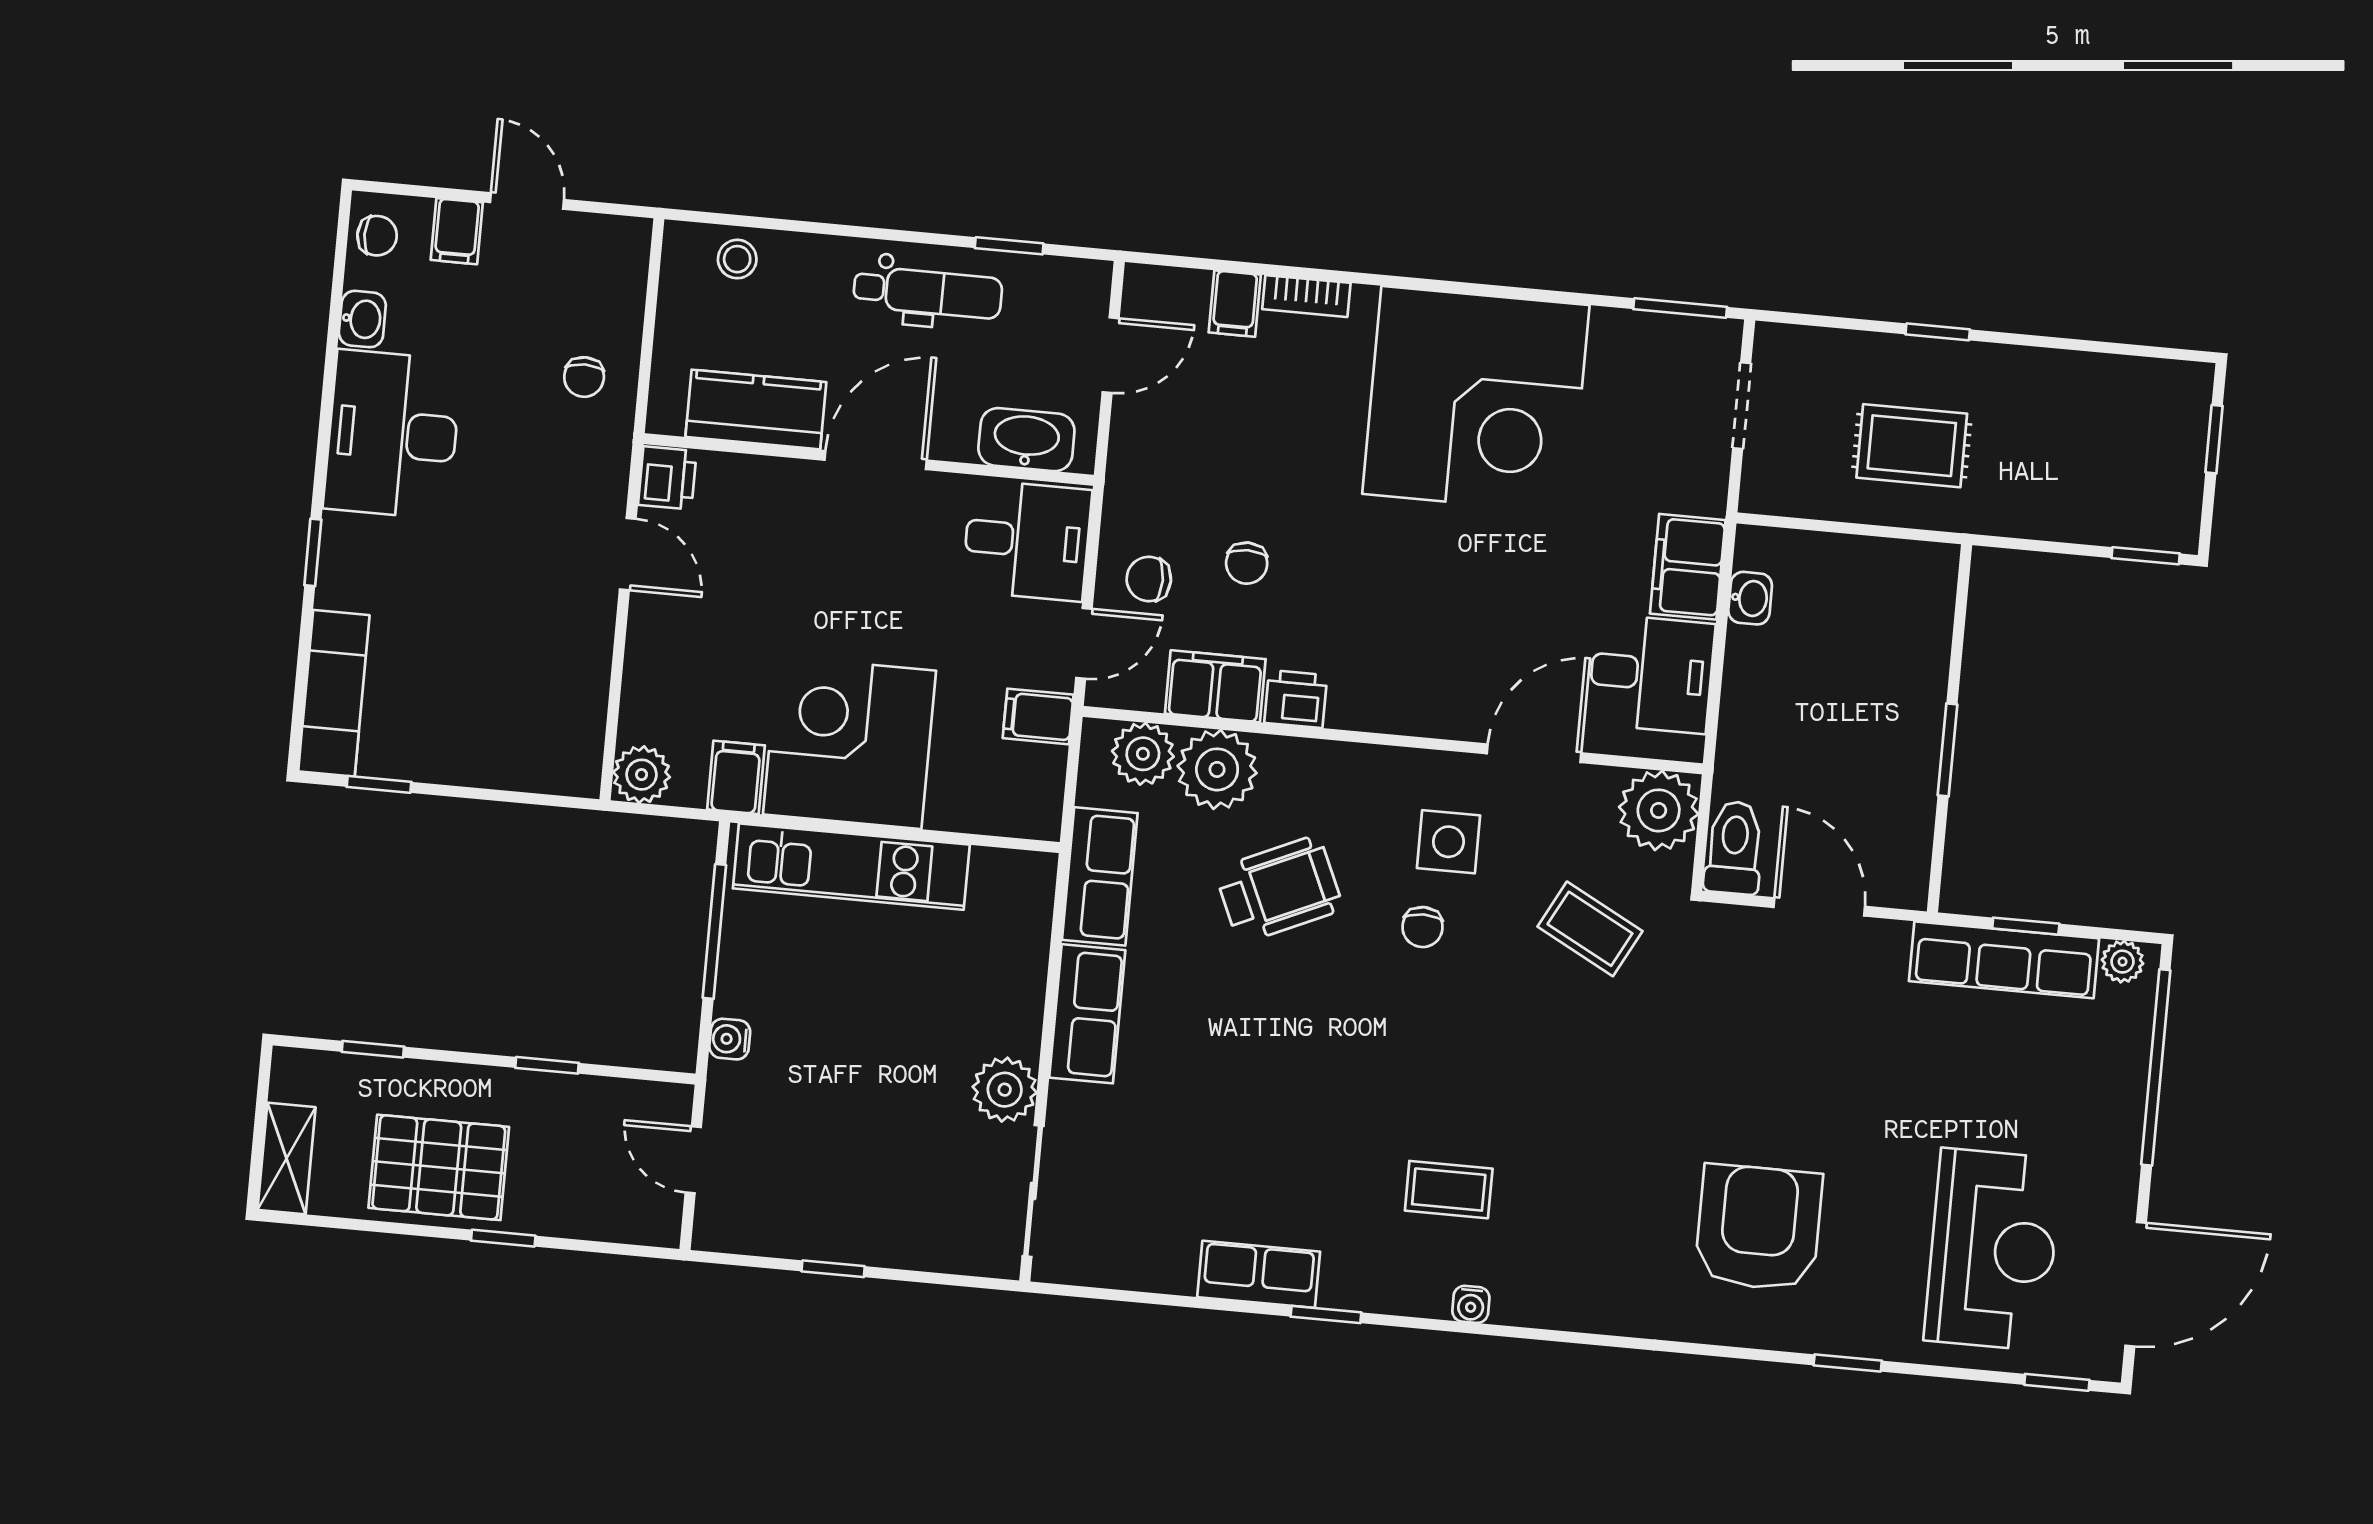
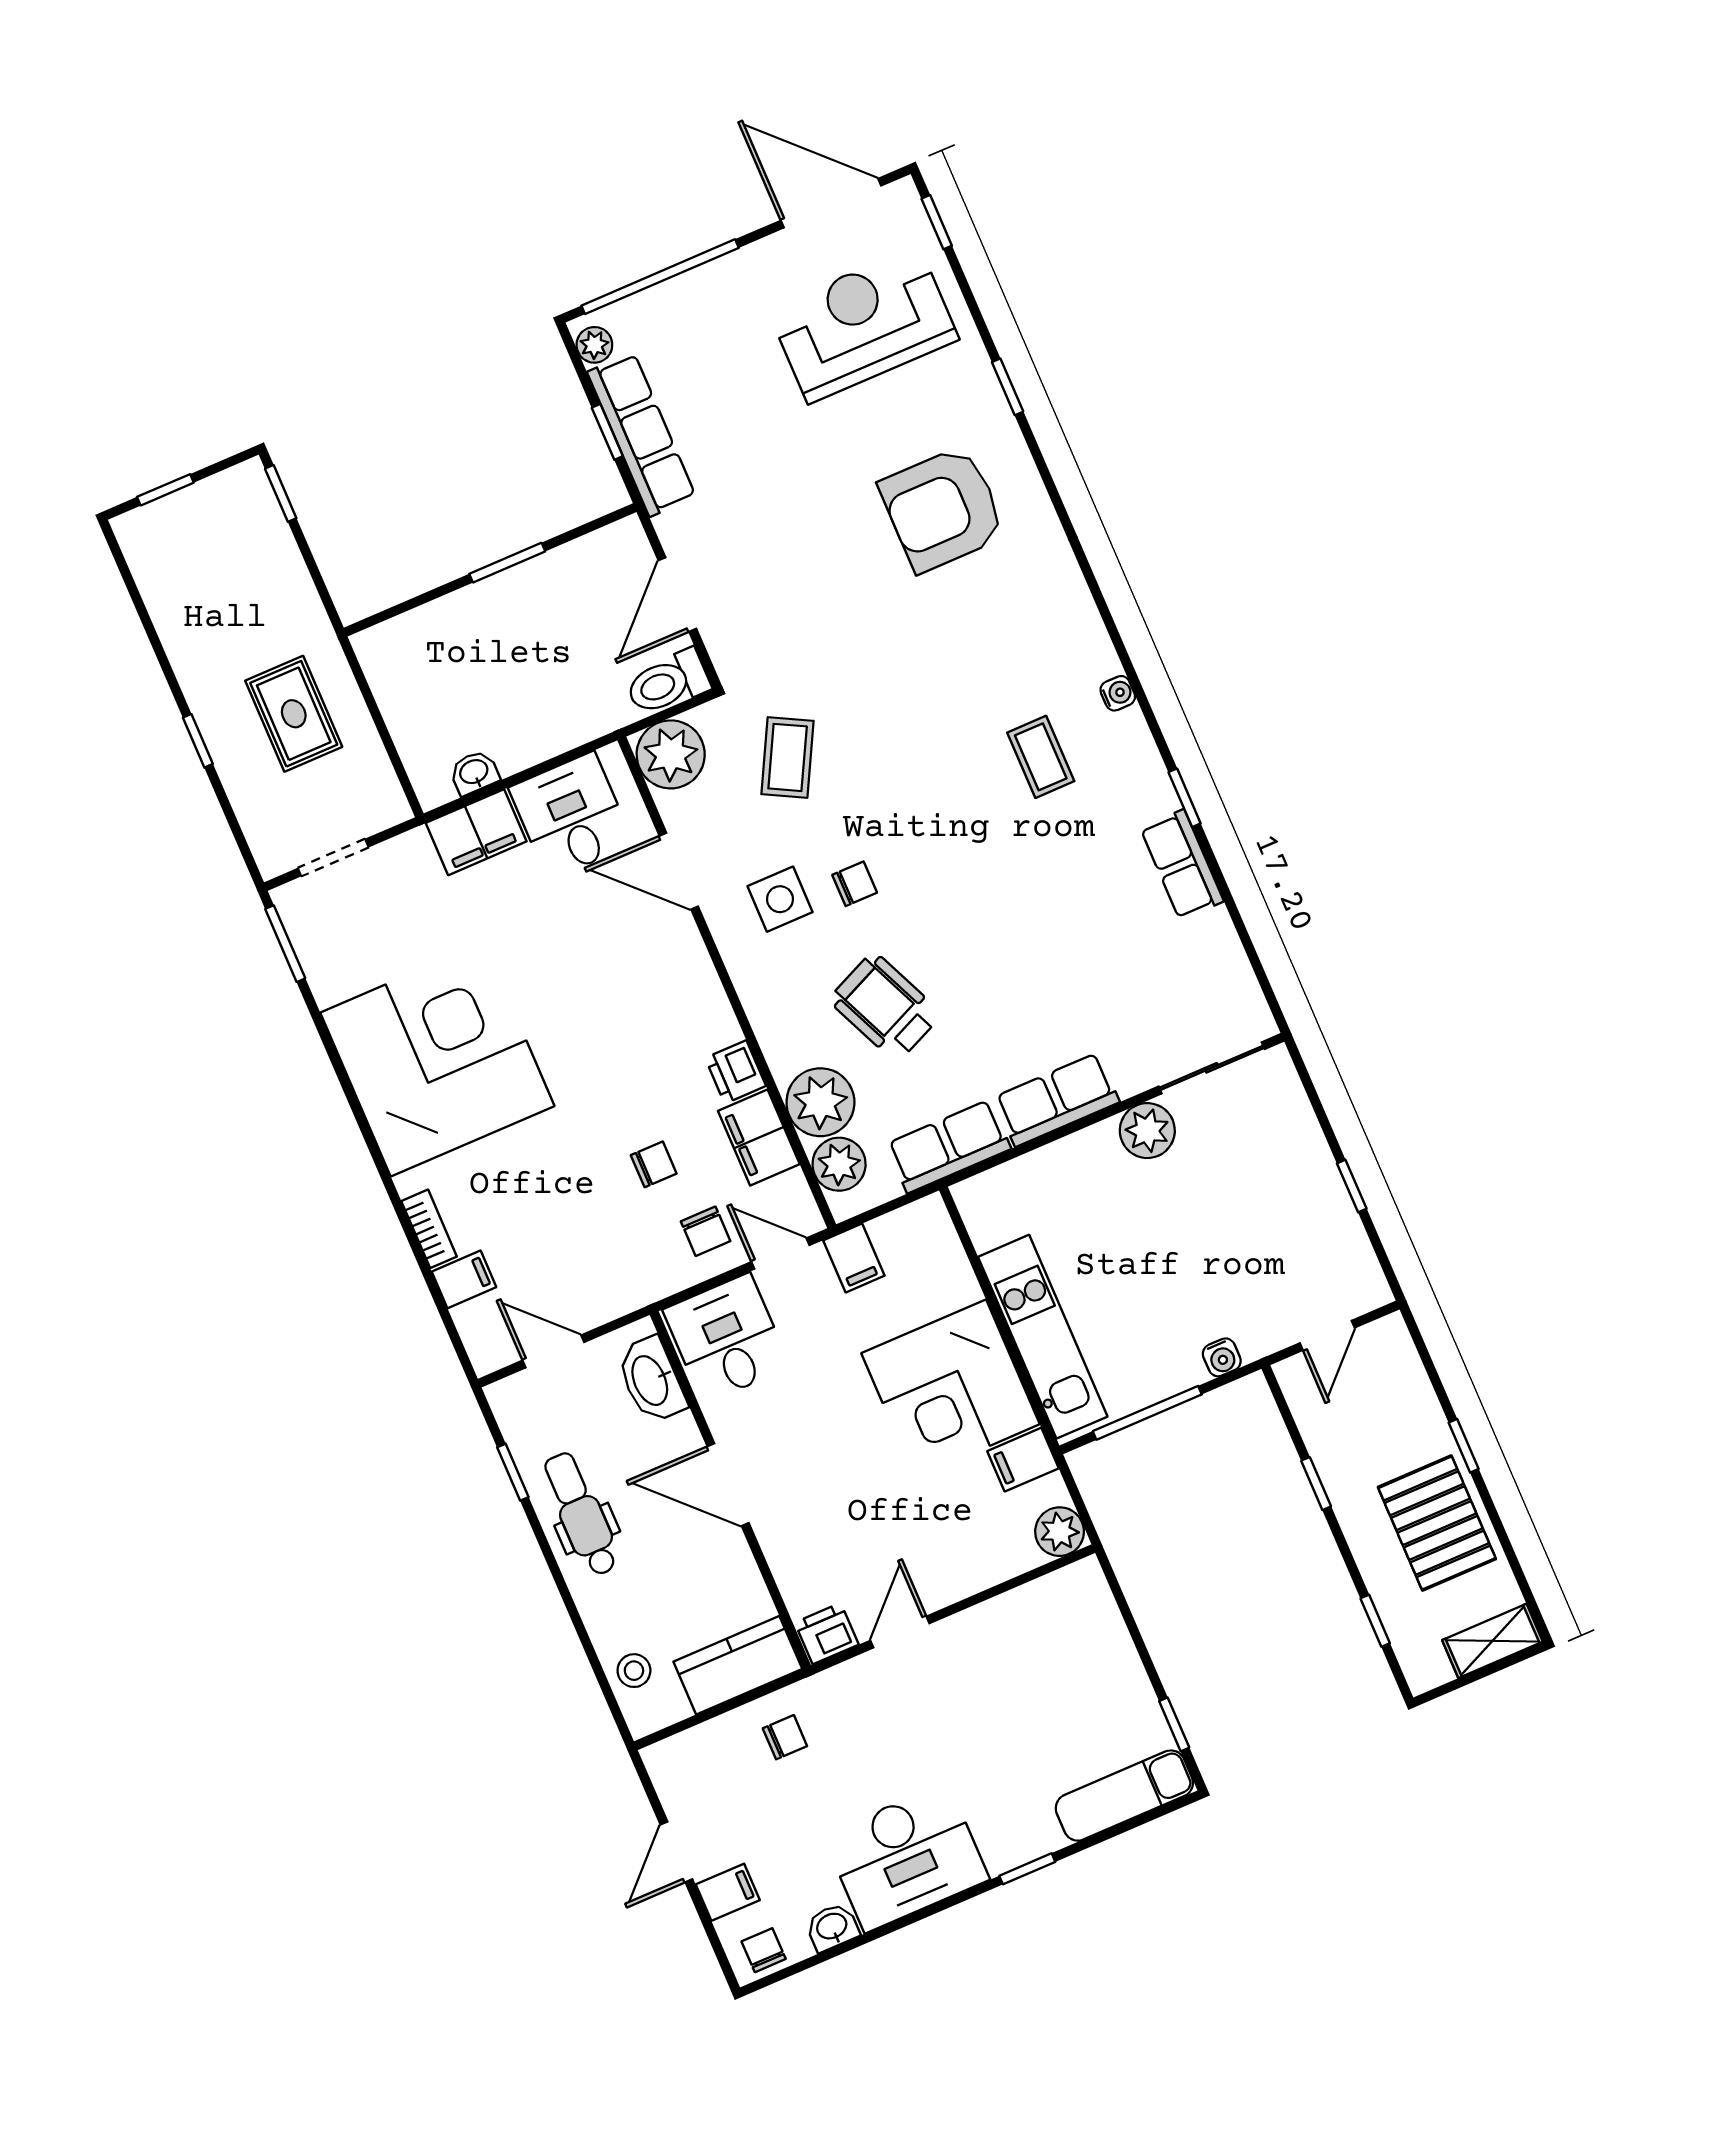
kitchen counter: (756, 409) -> (738, 1665), moved, turned 90

